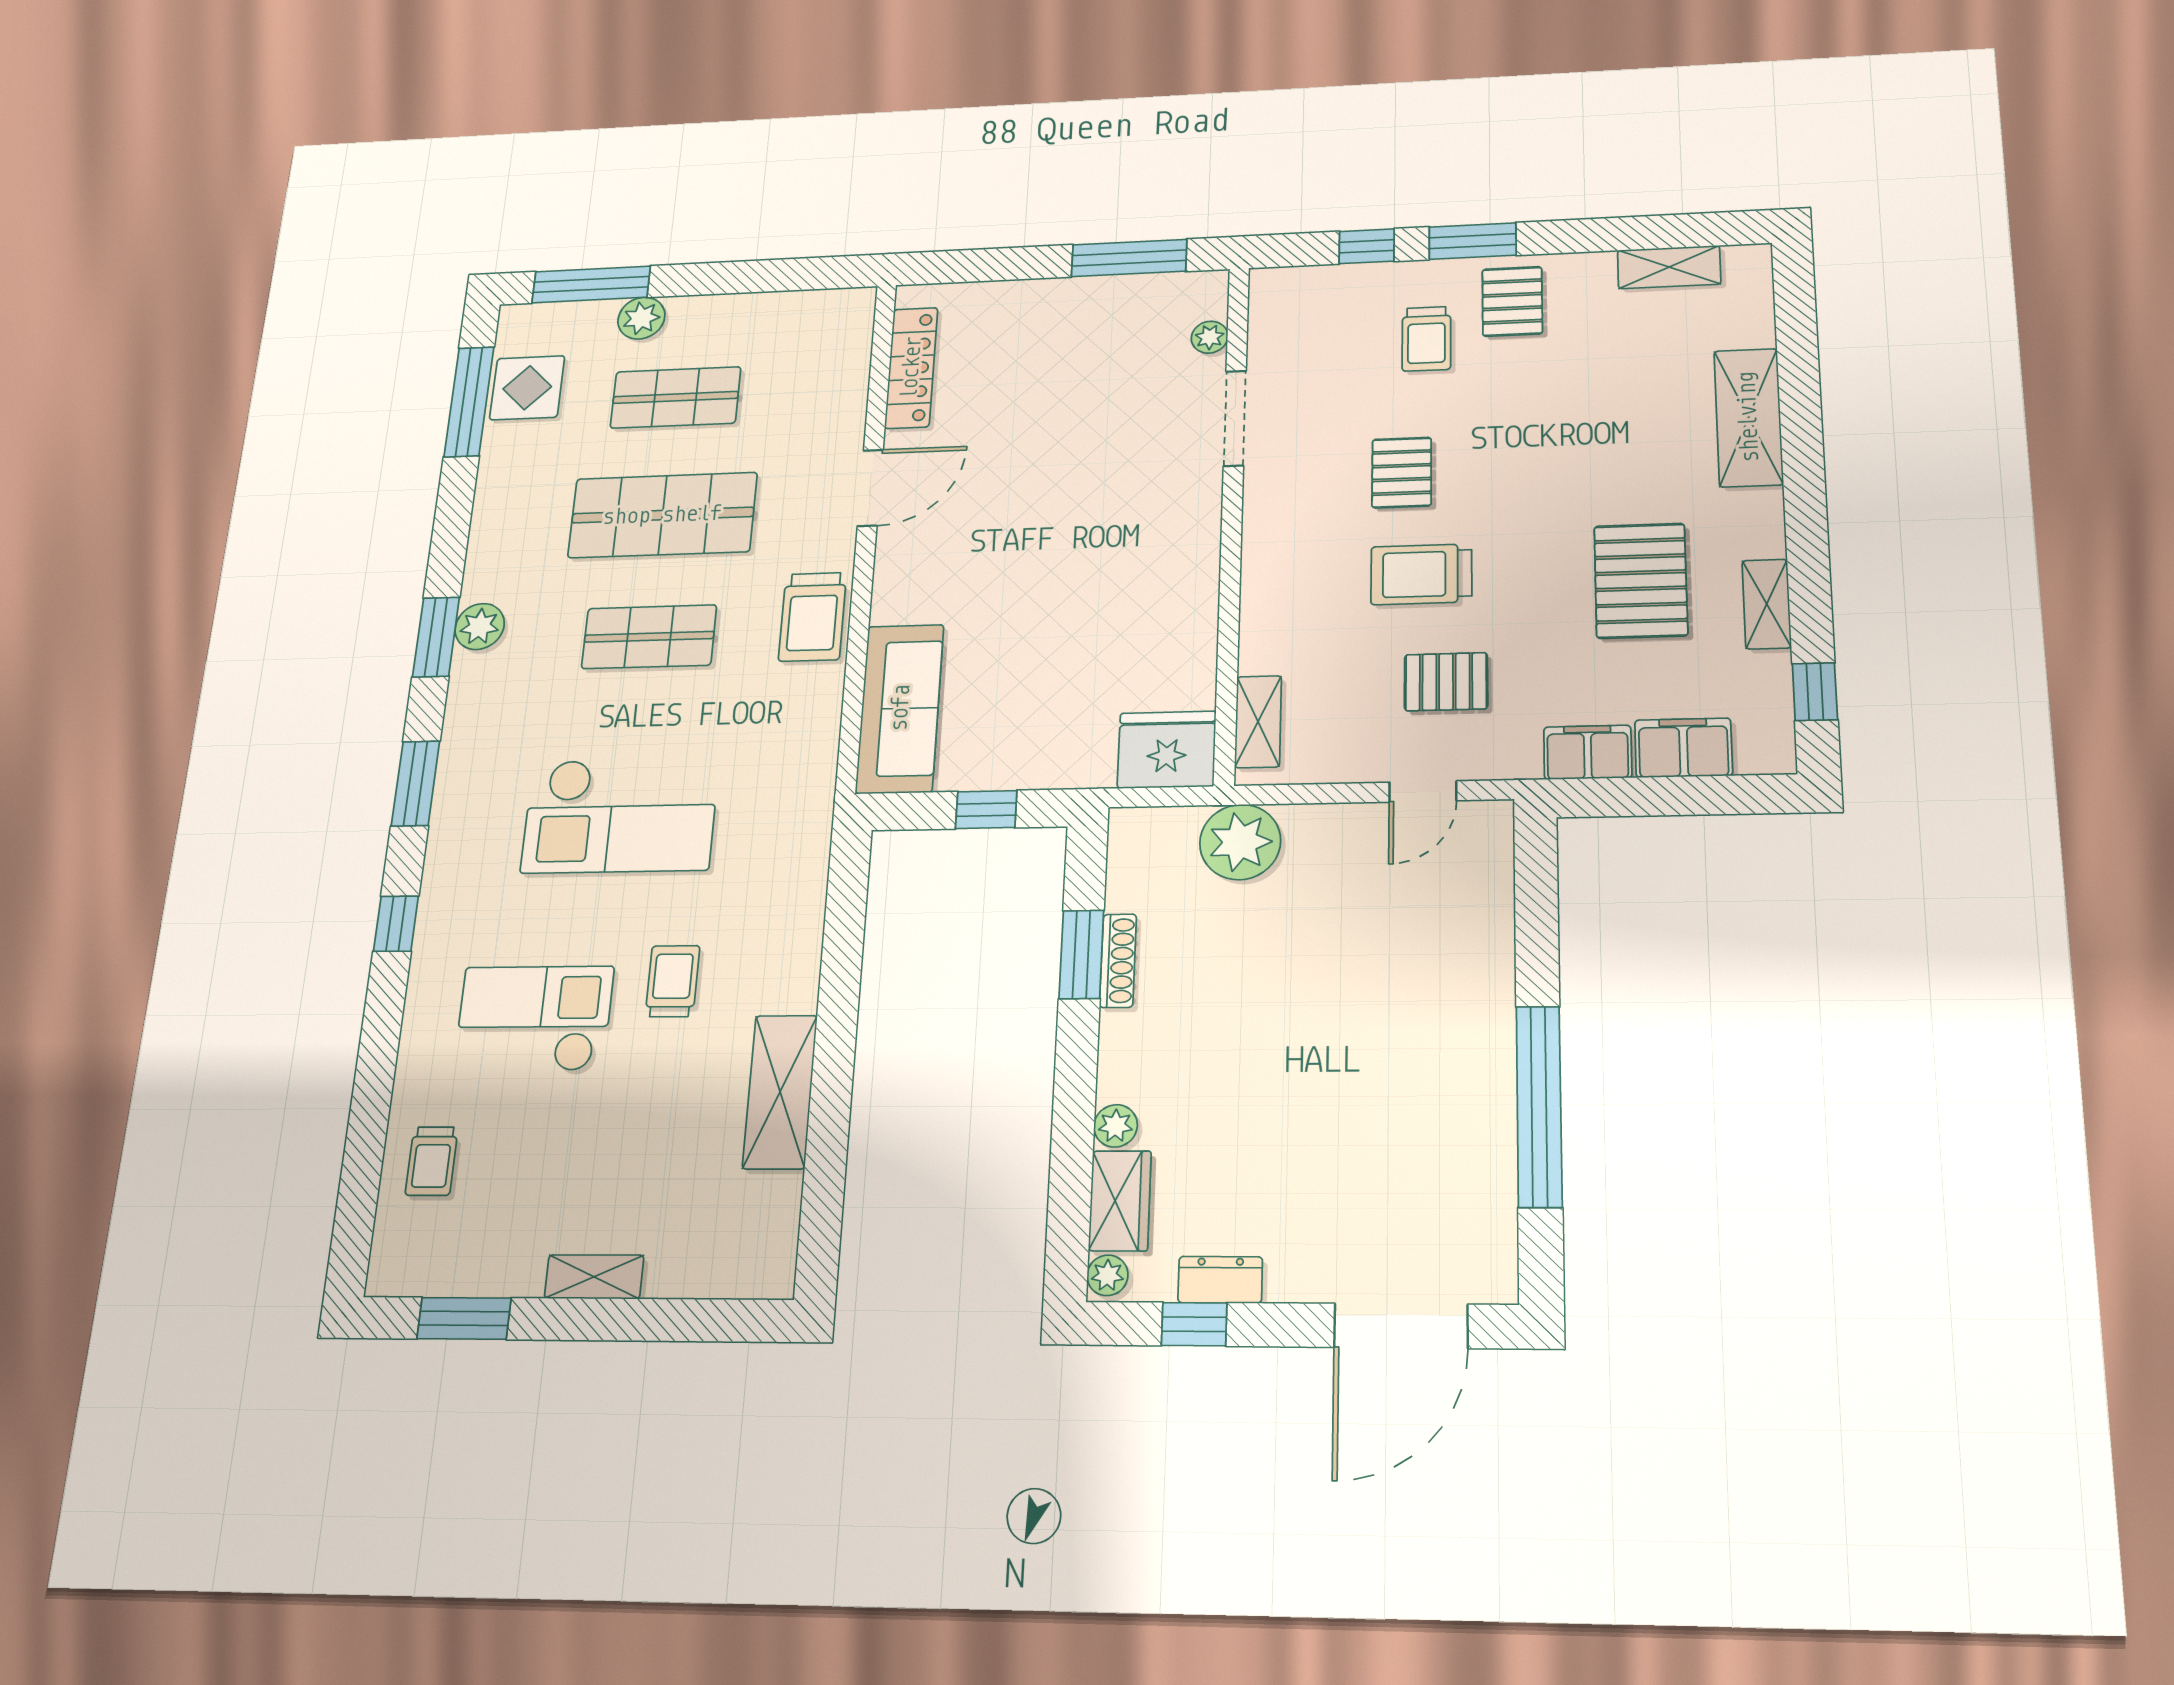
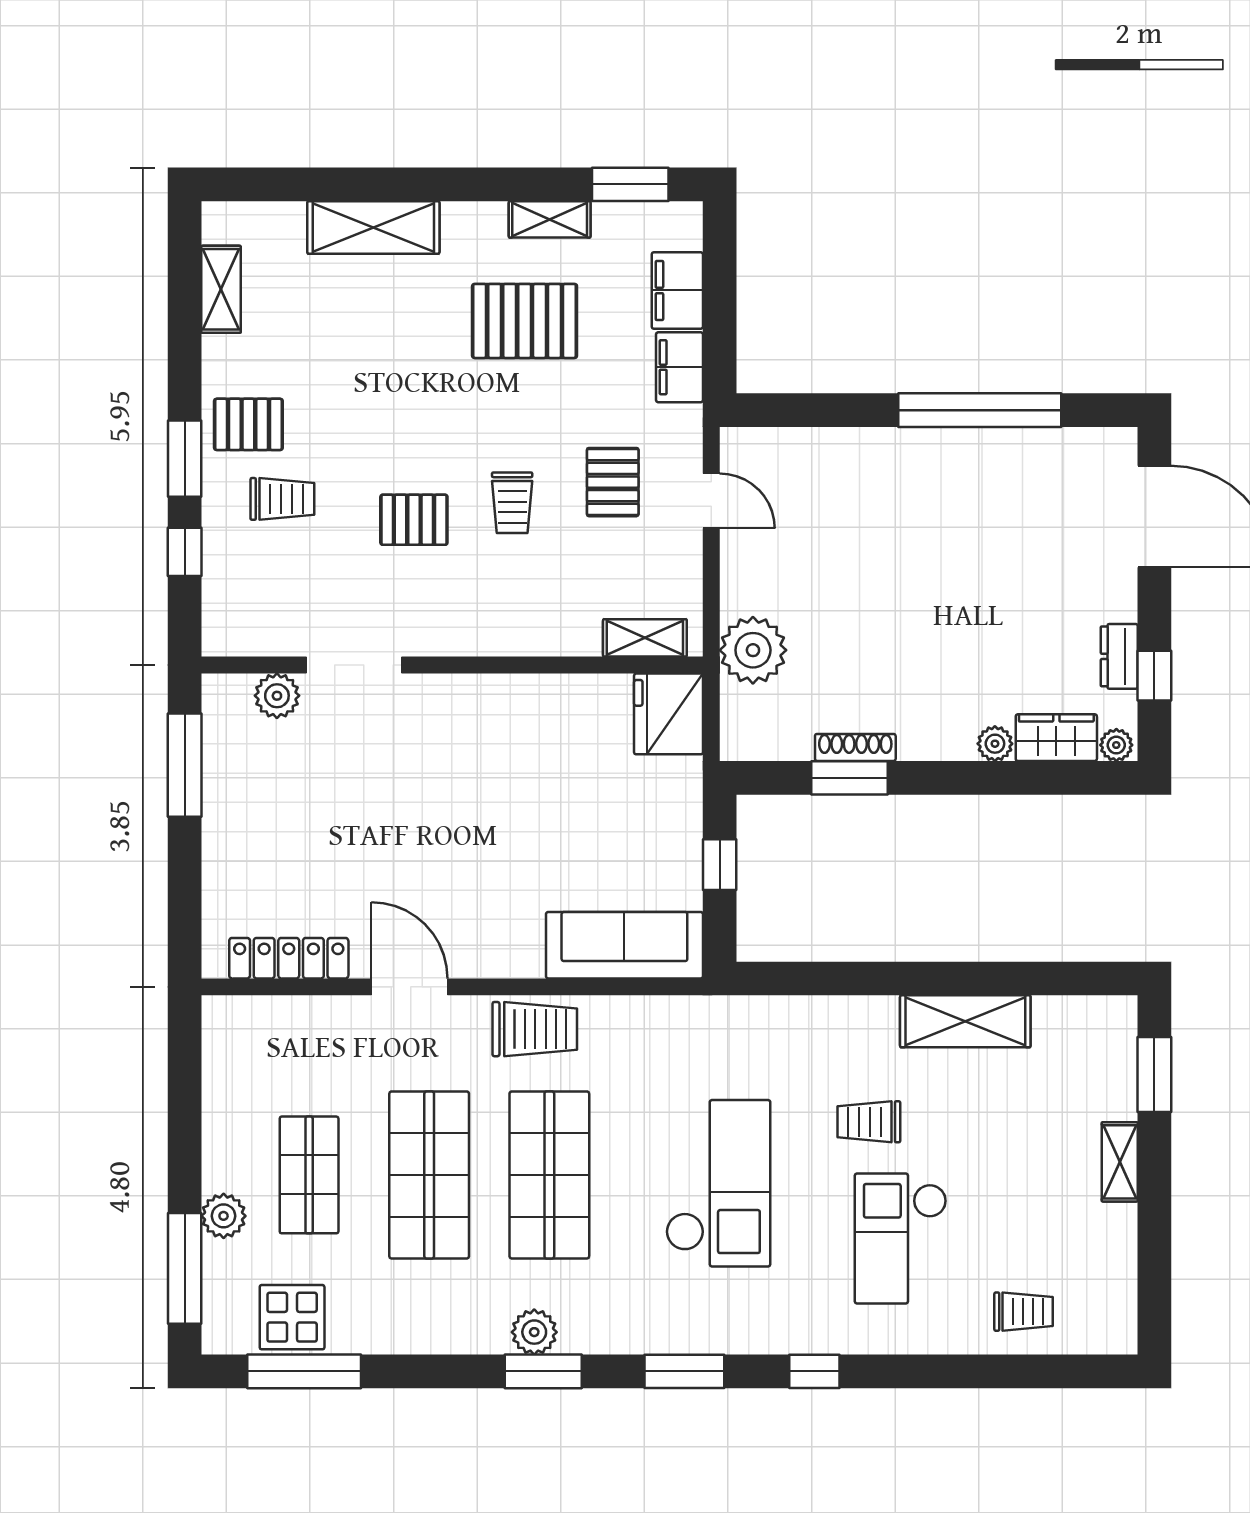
plant: (1210, 337) -> (277, 696), width x1.38, depth x1.38
trolley: (1421, 574) -> (512, 503), width x0.73, depth x0.72
shop shelf: (649, 637) -> (549, 1175), width x1.43, depth x1.36
window: (1815, 692) -> (630, 184), width x1.50
window: (464, 1318) -> (1154, 1074), moved

